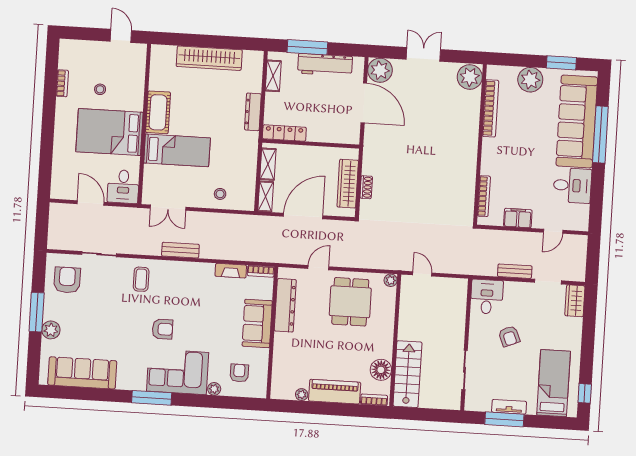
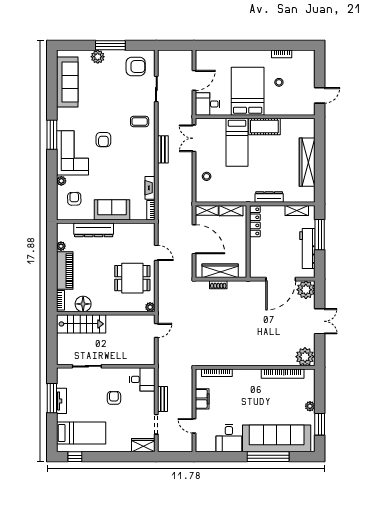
plant: (530, 80) -> (310, 406), width x0.53, depth x0.53
dresser: (285, 305) -> (94, 230), moved
armchair: (509, 336) -> (114, 398), turned 112
armchair: (239, 373) -> (74, 199), turned -91

